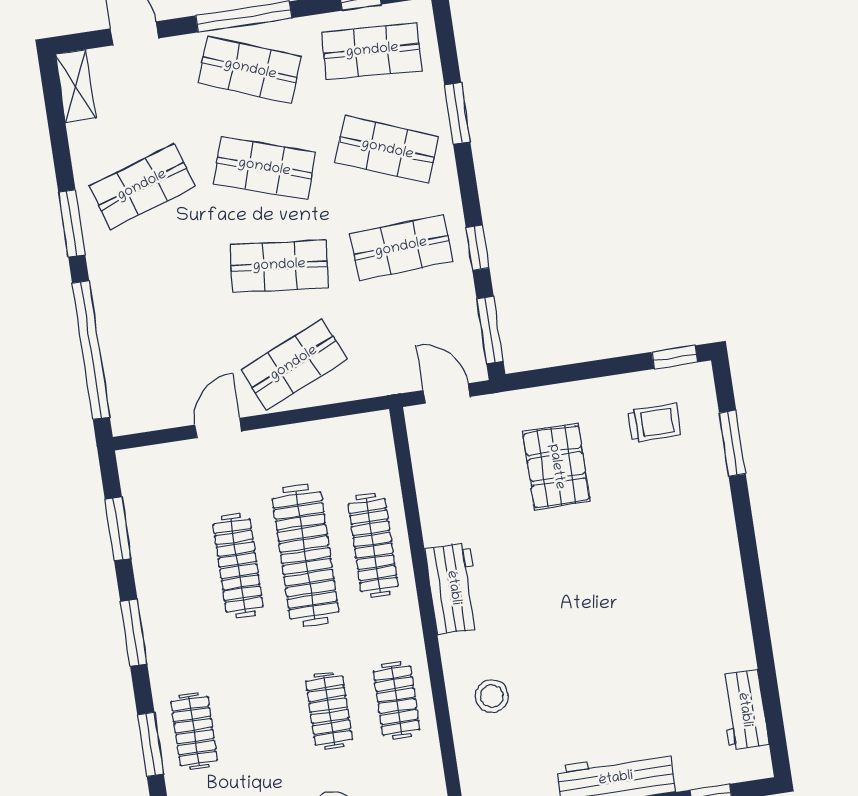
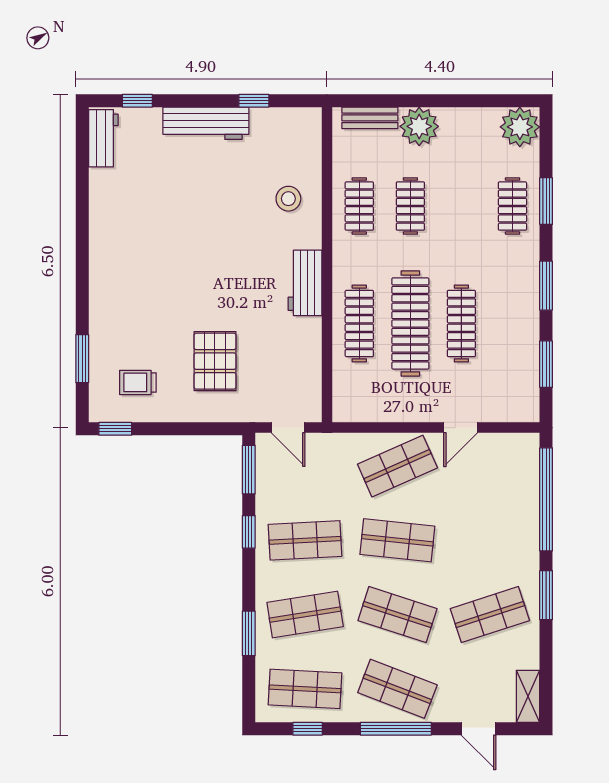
shop shelf: (387, 150) -> (305, 615), turned -30
workbench: (744, 710) -> (103, 138), moved

